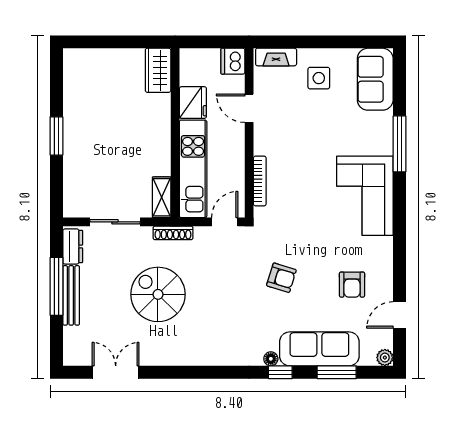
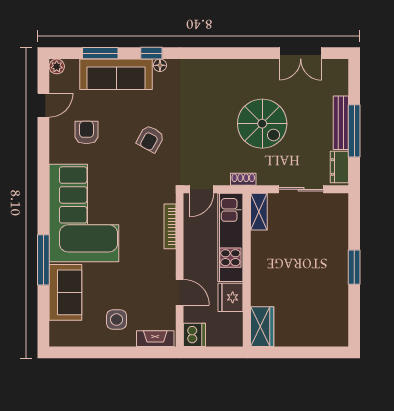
sofa: (375, 79) -> (65, 292), moved
corner sofa: (365, 196) -> (84, 213), width x1.36, depth x1.36
shoe rack: (173, 233) -> (243, 179), width x0.70
armchair: (281, 278) -> (150, 139), turned -78

